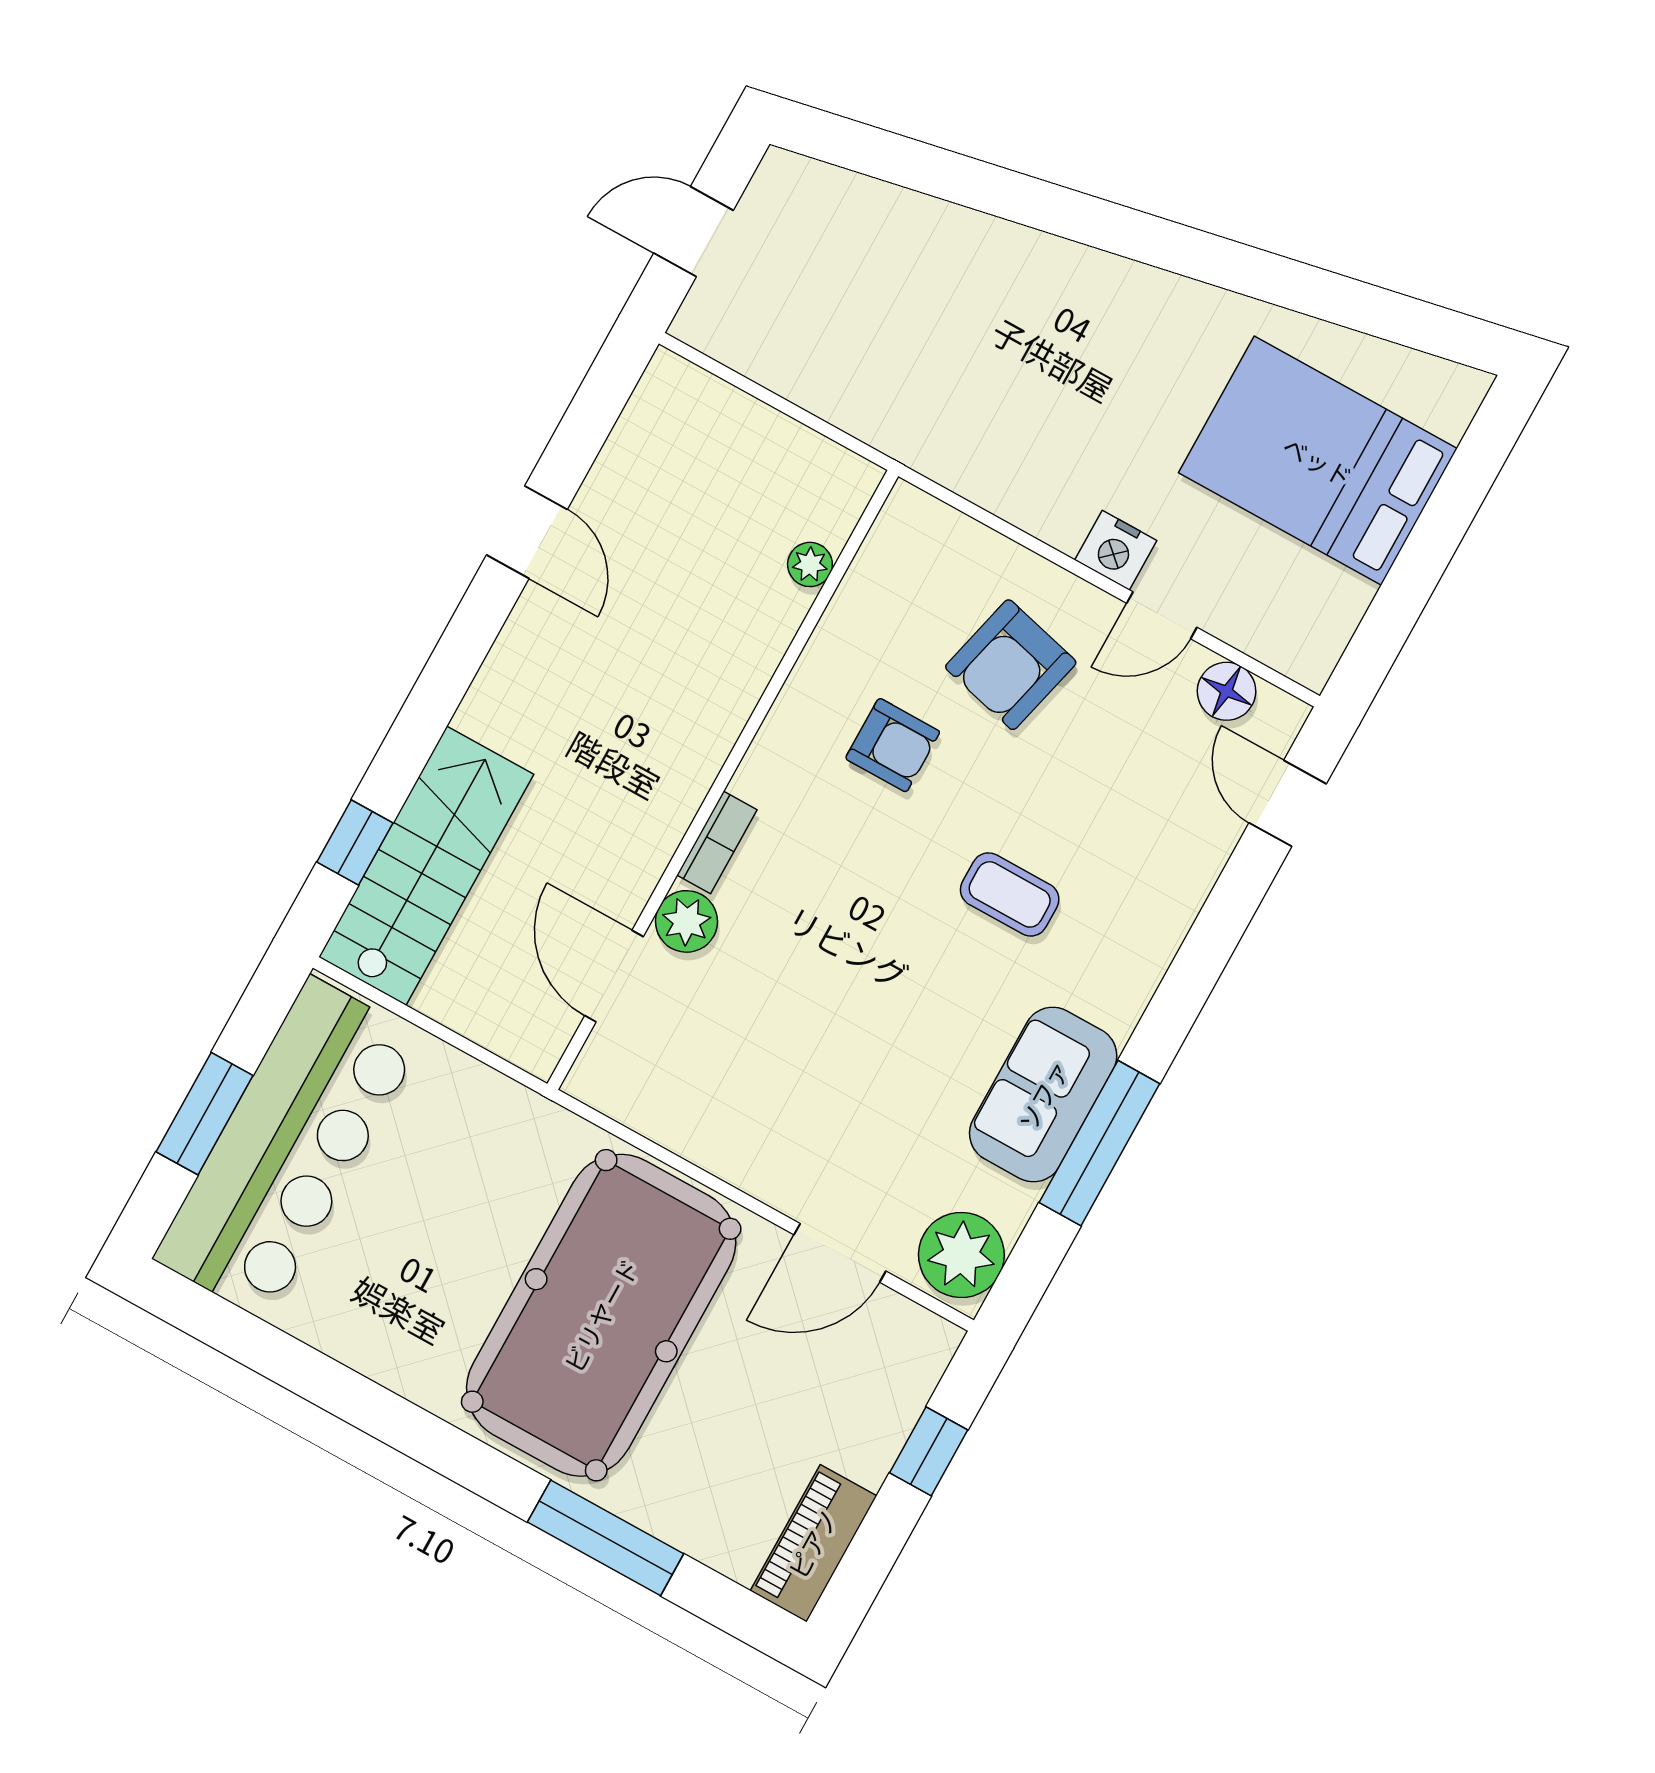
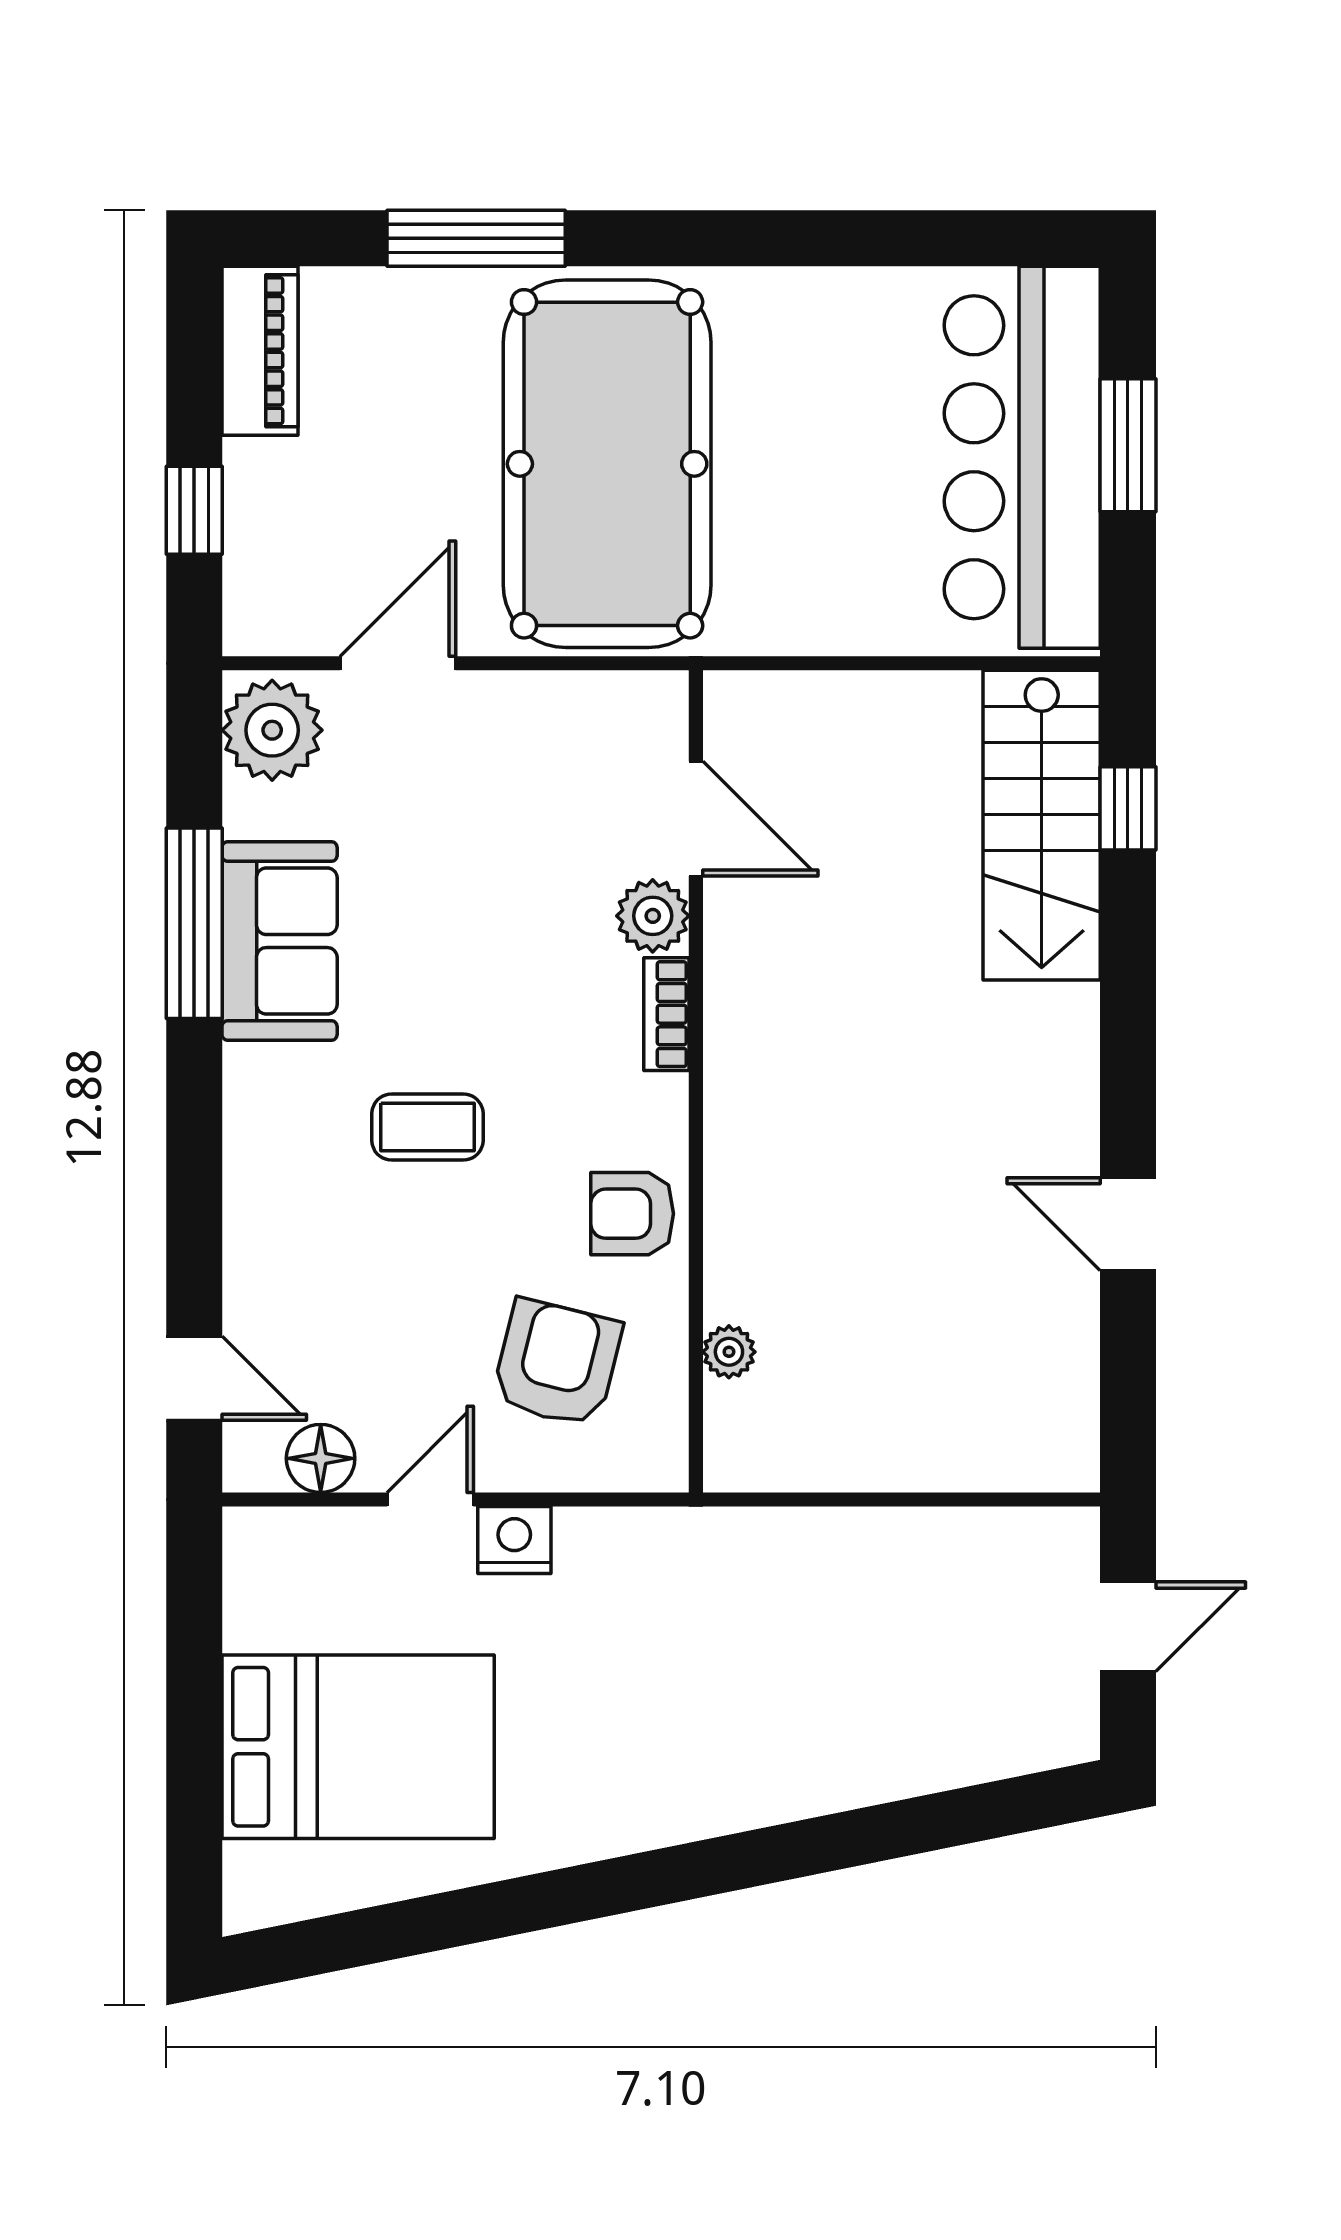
plant: (810, 564) -> (729, 1352), moved
wall: (723, 780) -> (696, 1081), moved
bookcase: (717, 842) -> (666, 1014), moved
plant: (686, 921) -> (653, 916), moved
door: (614, 976) -> (696, 819), moved

